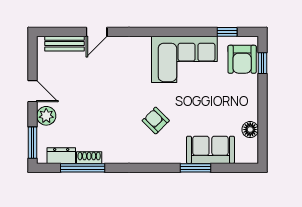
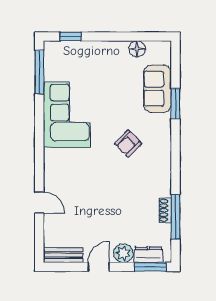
window: (227, 32) -> (39, 72), width x2.17
bench: (64, 44) -> (63, 255), moved, turned 90
armchair: (242, 59) -> (67, 57), removed
dresser: (61, 156) -> (148, 255), moved, turned 90

